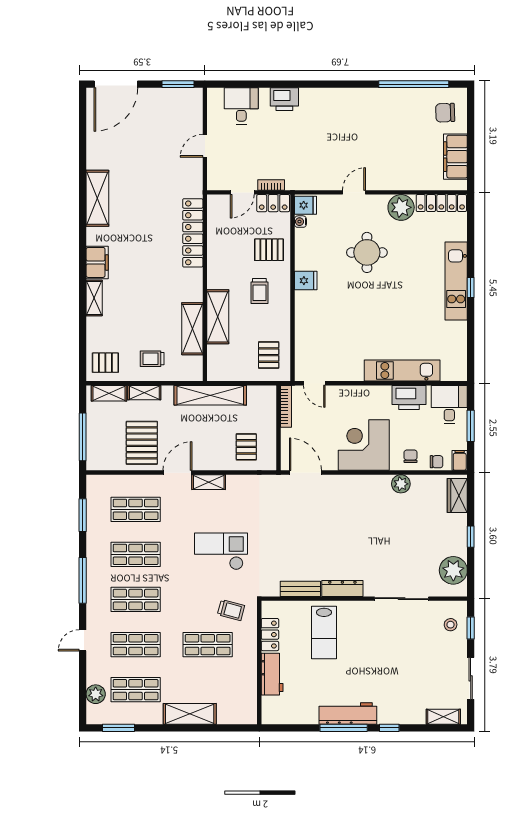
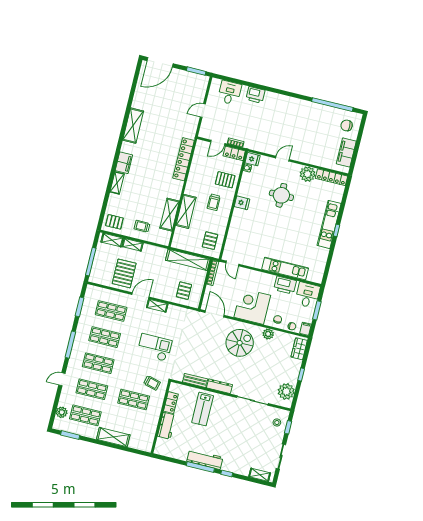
shelving: (210, 395) -> (188, 260), moved
spiral stairs: (358, 510) -> (240, 343), added

